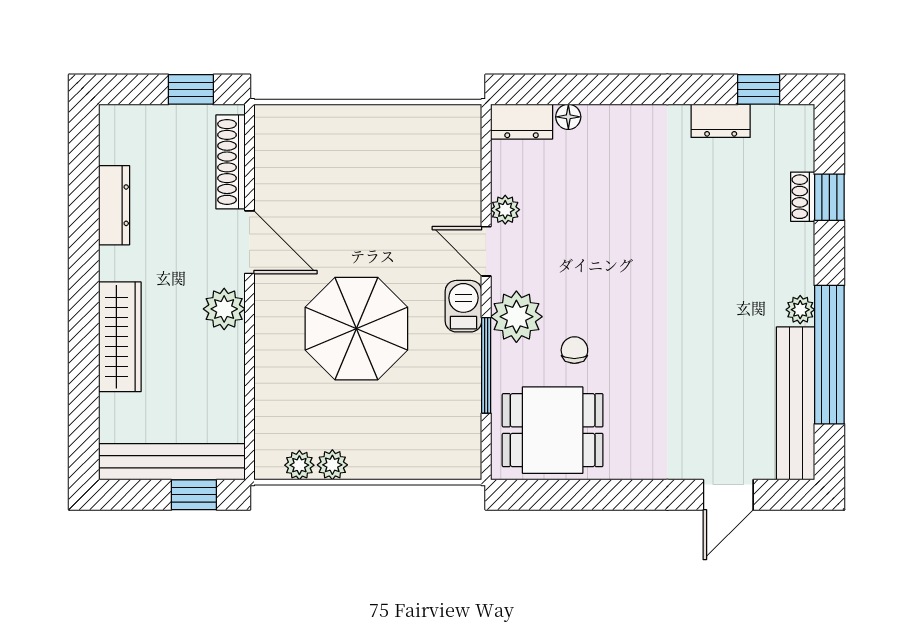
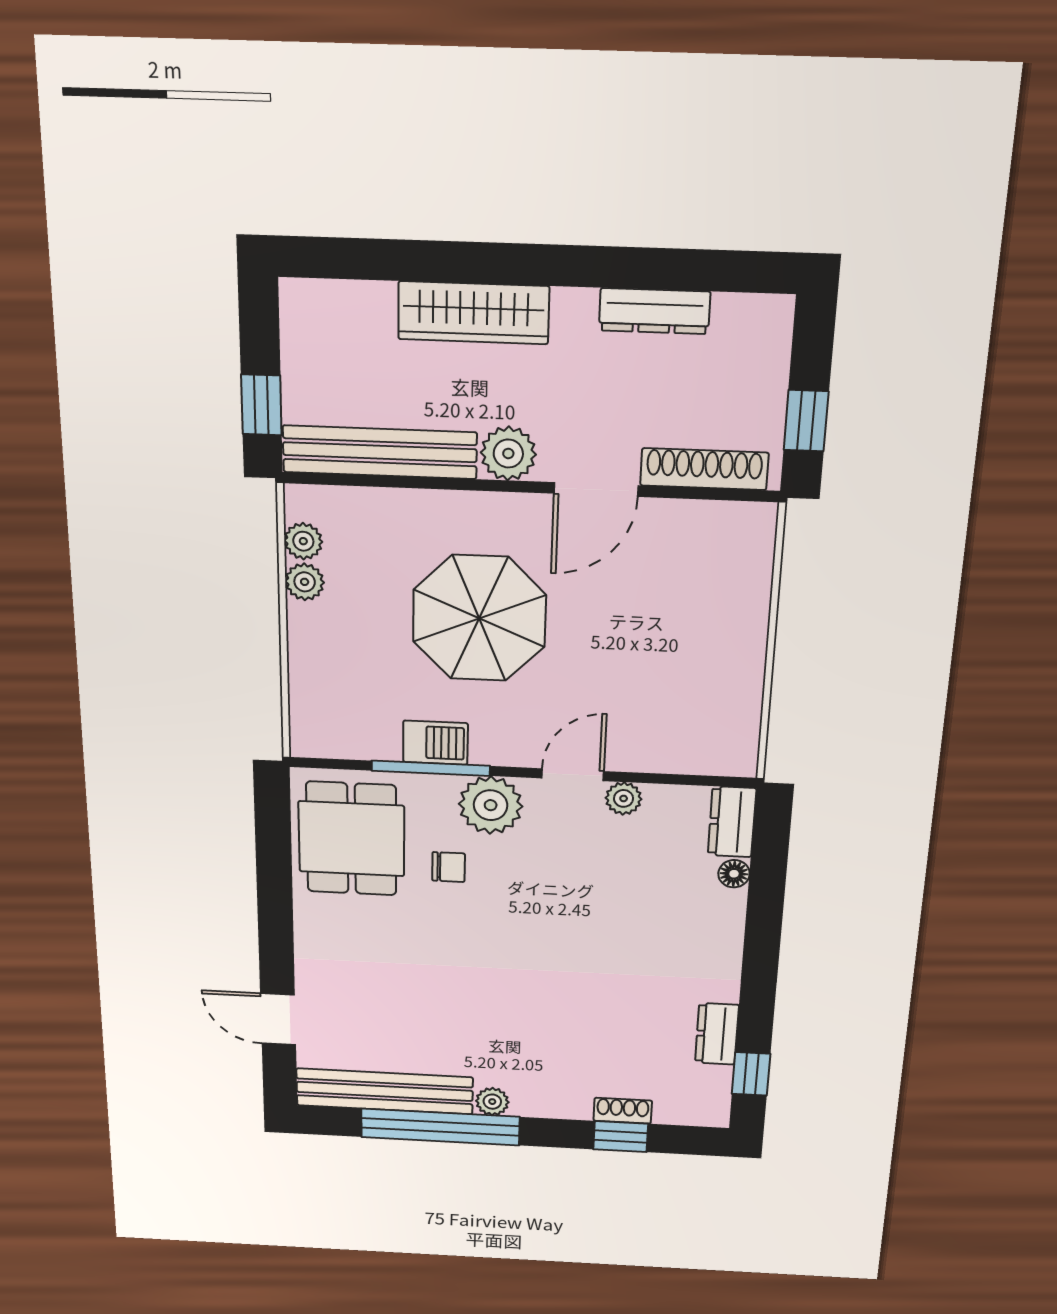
barbecue: (463, 306) -> (435, 743), moved
bench: (172, 462) -> (380, 452), moved, turned 90

